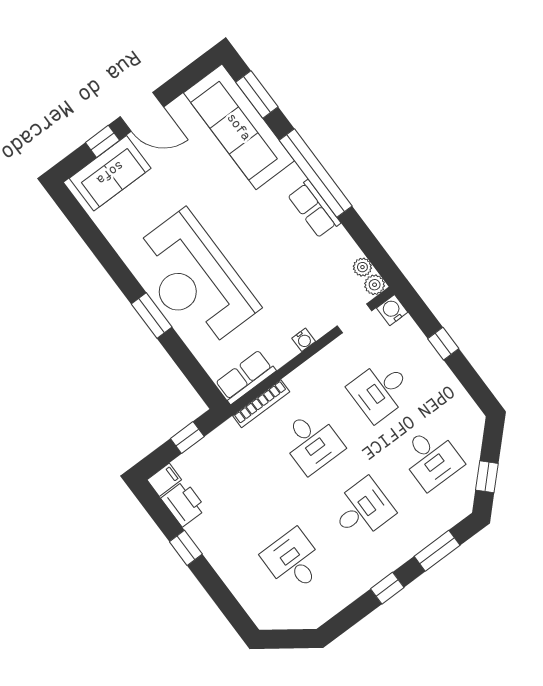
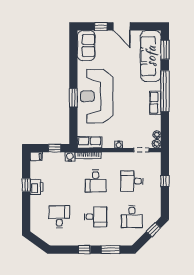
sofa: (110, 173) -> (86, 46), moved, turned -90
water cooler: (392, 310) -> (70, 157), moved
window: (487, 477) -> (153, 230), moved
printer: (184, 504) -> (37, 187), moved

